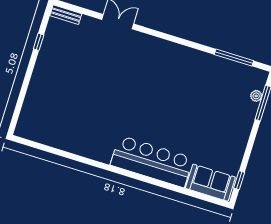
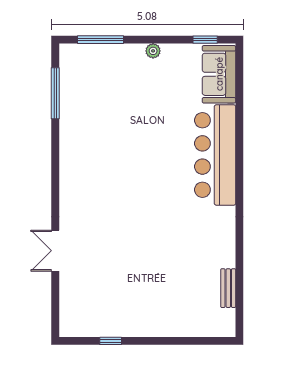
bench: (66, 15) -> (228, 288), moved
plant: (256, 96) -> (153, 51), moved

